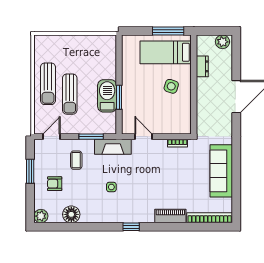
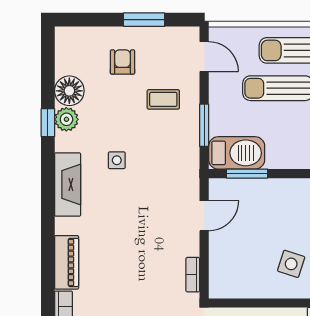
barbecue: (107, 96) -> (237, 153), moved
window: (119, 97) -> (247, 174), moved
fireplace: (113, 147) -> (68, 185), moved, turned 180
plant: (41, 216) -> (66, 119), moved
window: (131, 227) -> (48, 123), moved

